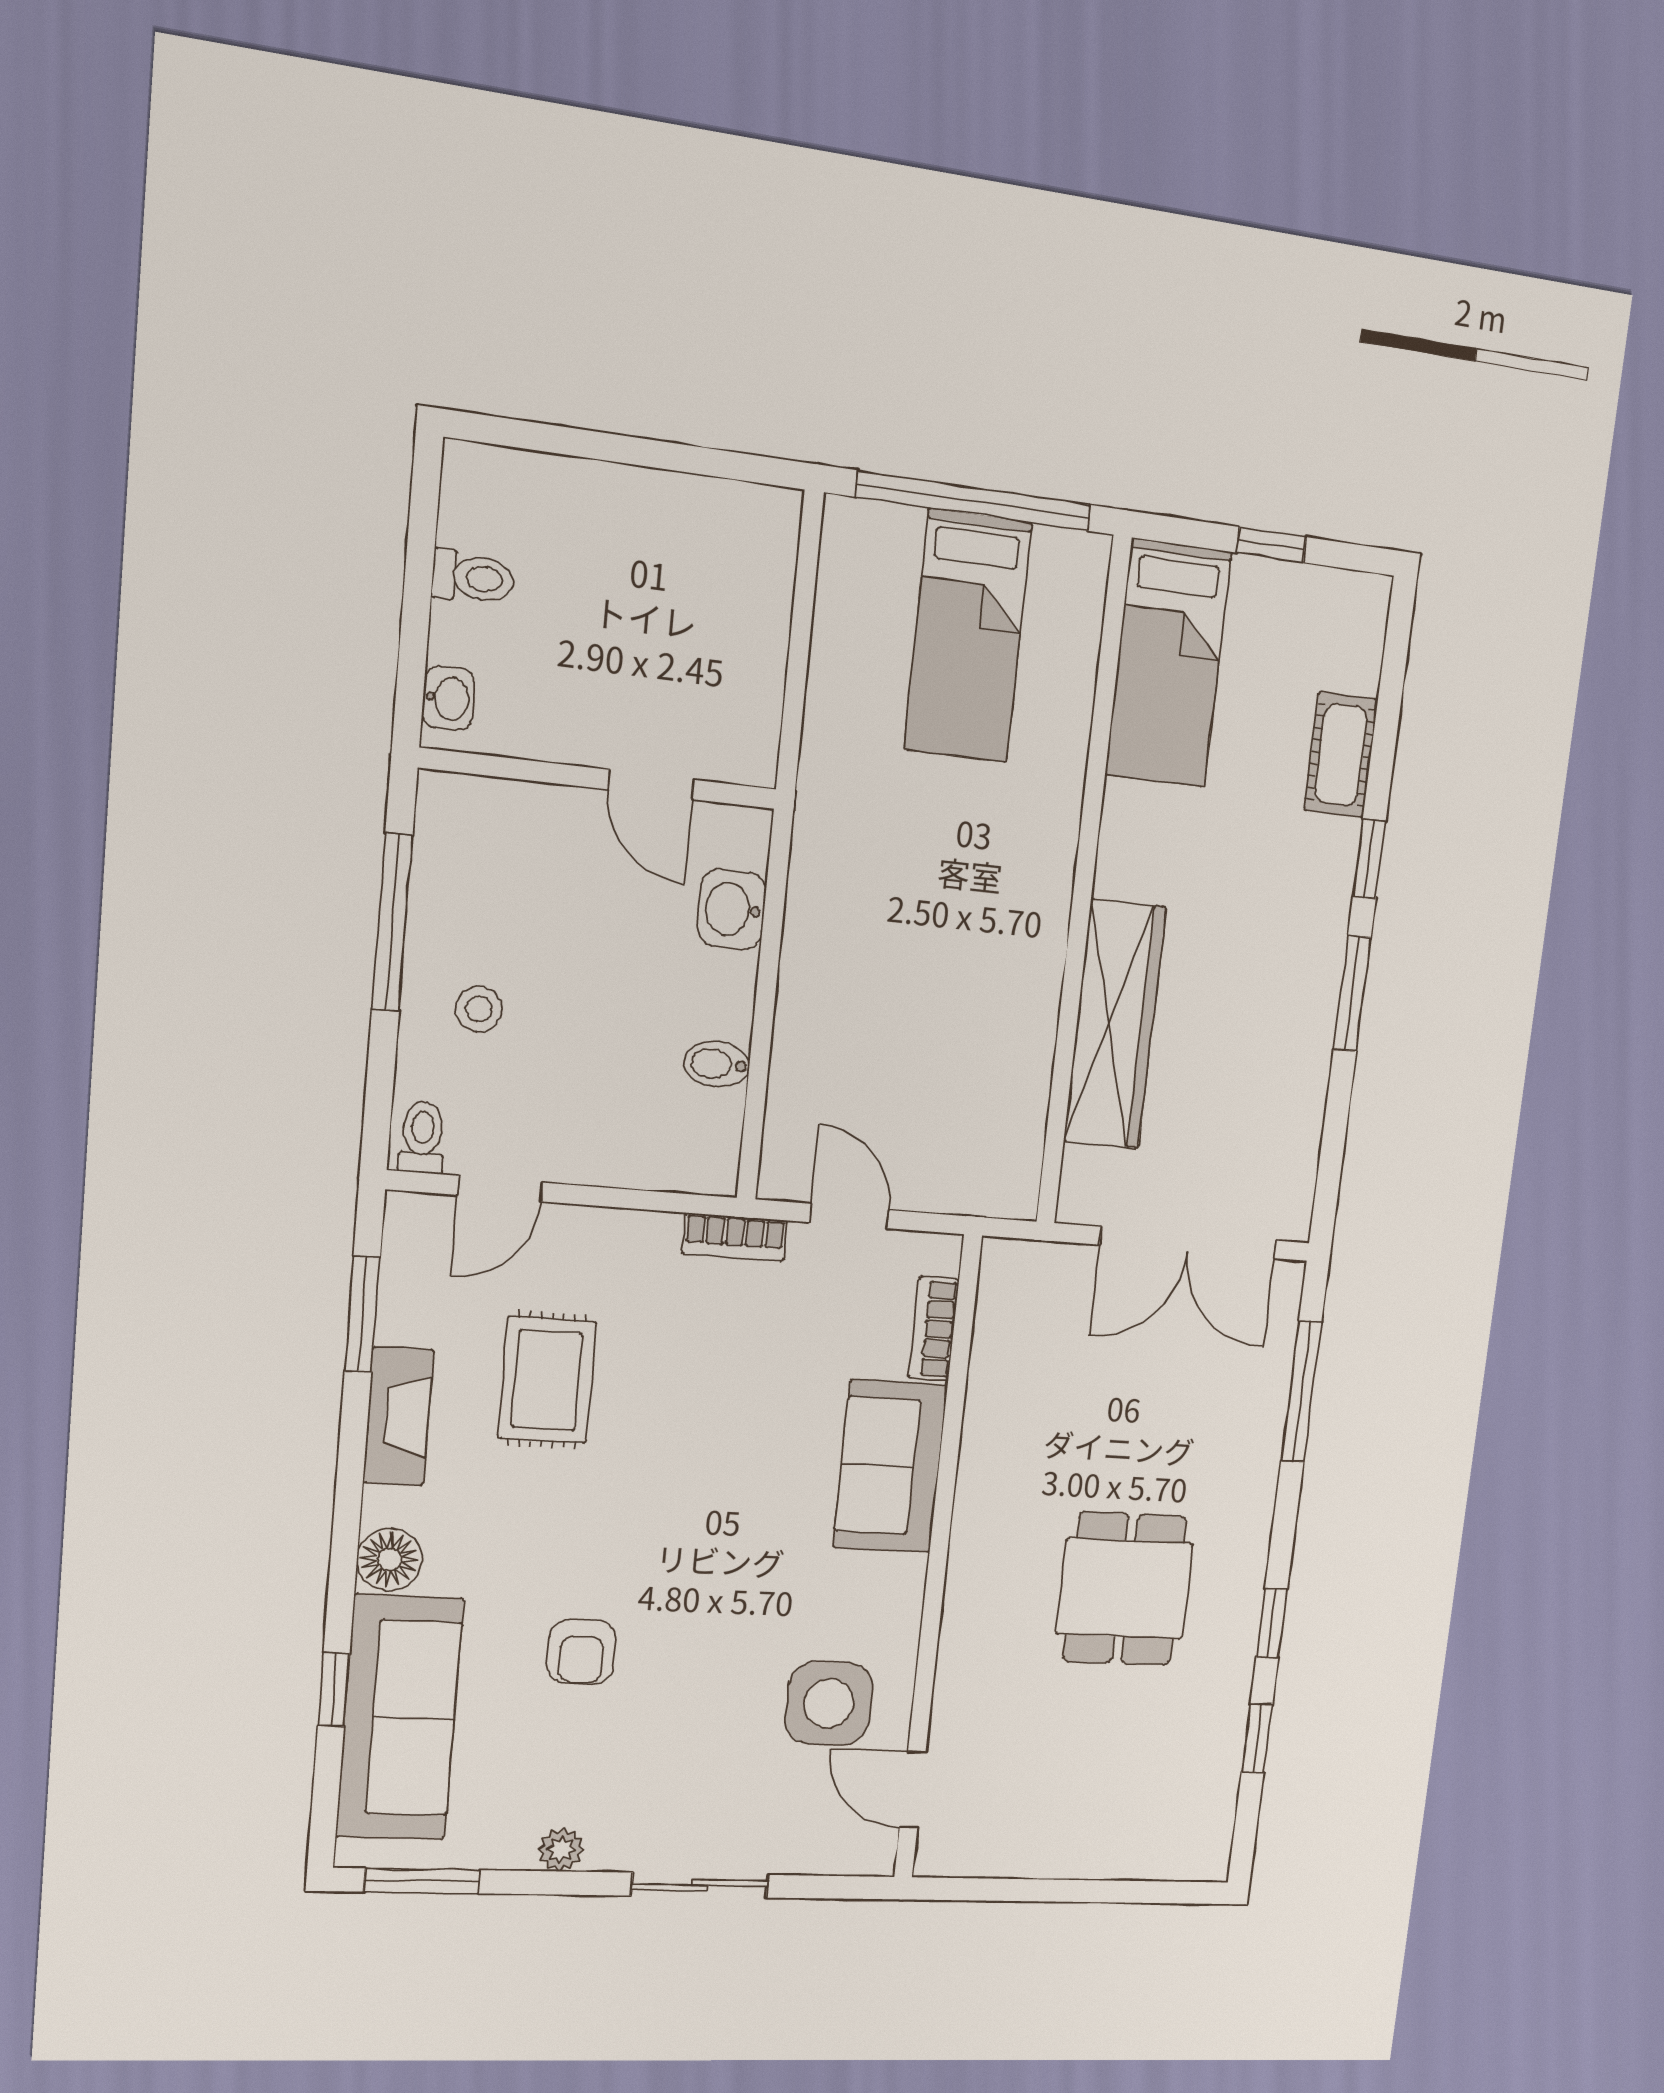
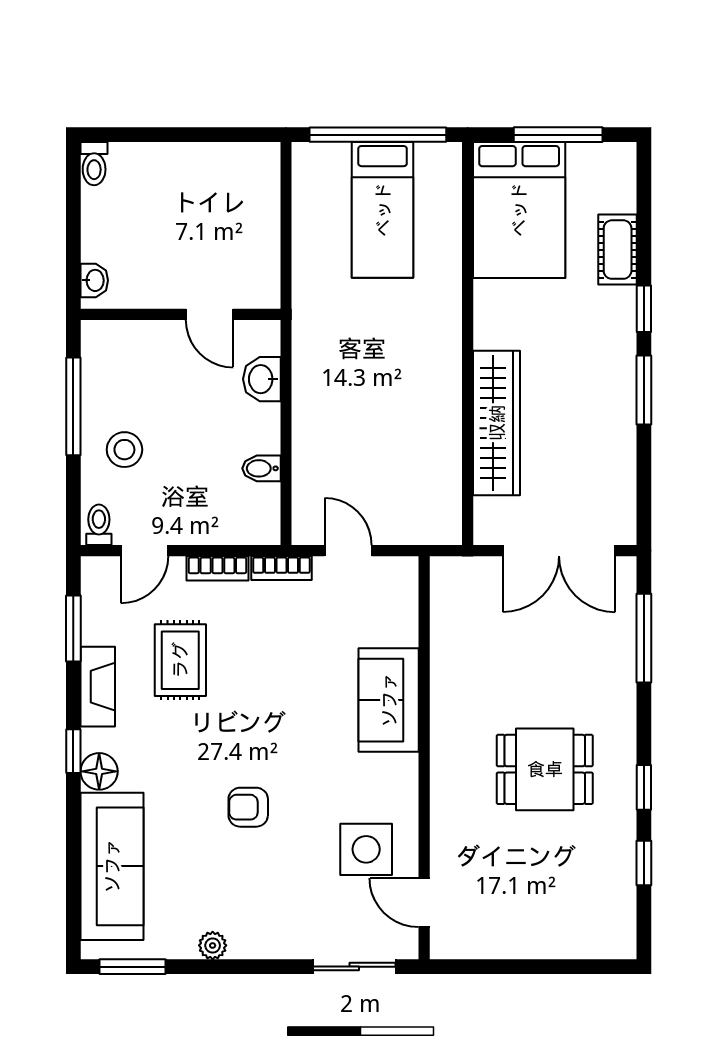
window: (1271, 545) -> (558, 135), width x2.17
toilet: (473, 578) -> (94, 164), moved, turned 90
bed: (1168, 663) -> (519, 210), width x1.50
stool: (479, 1009) -> (124, 450), width x1.37, depth x1.37
bookcase: (934, 1329) -> (217, 568), moved, turned -90
dining table: (1125, 1589) -> (545, 769), turned 90
armchair: (581, 1652) -> (248, 807), moved, turned 90
window: (334, 1690) -> (73, 751), moved
sliding door: (700, 1885) -> (354, 967), moved

